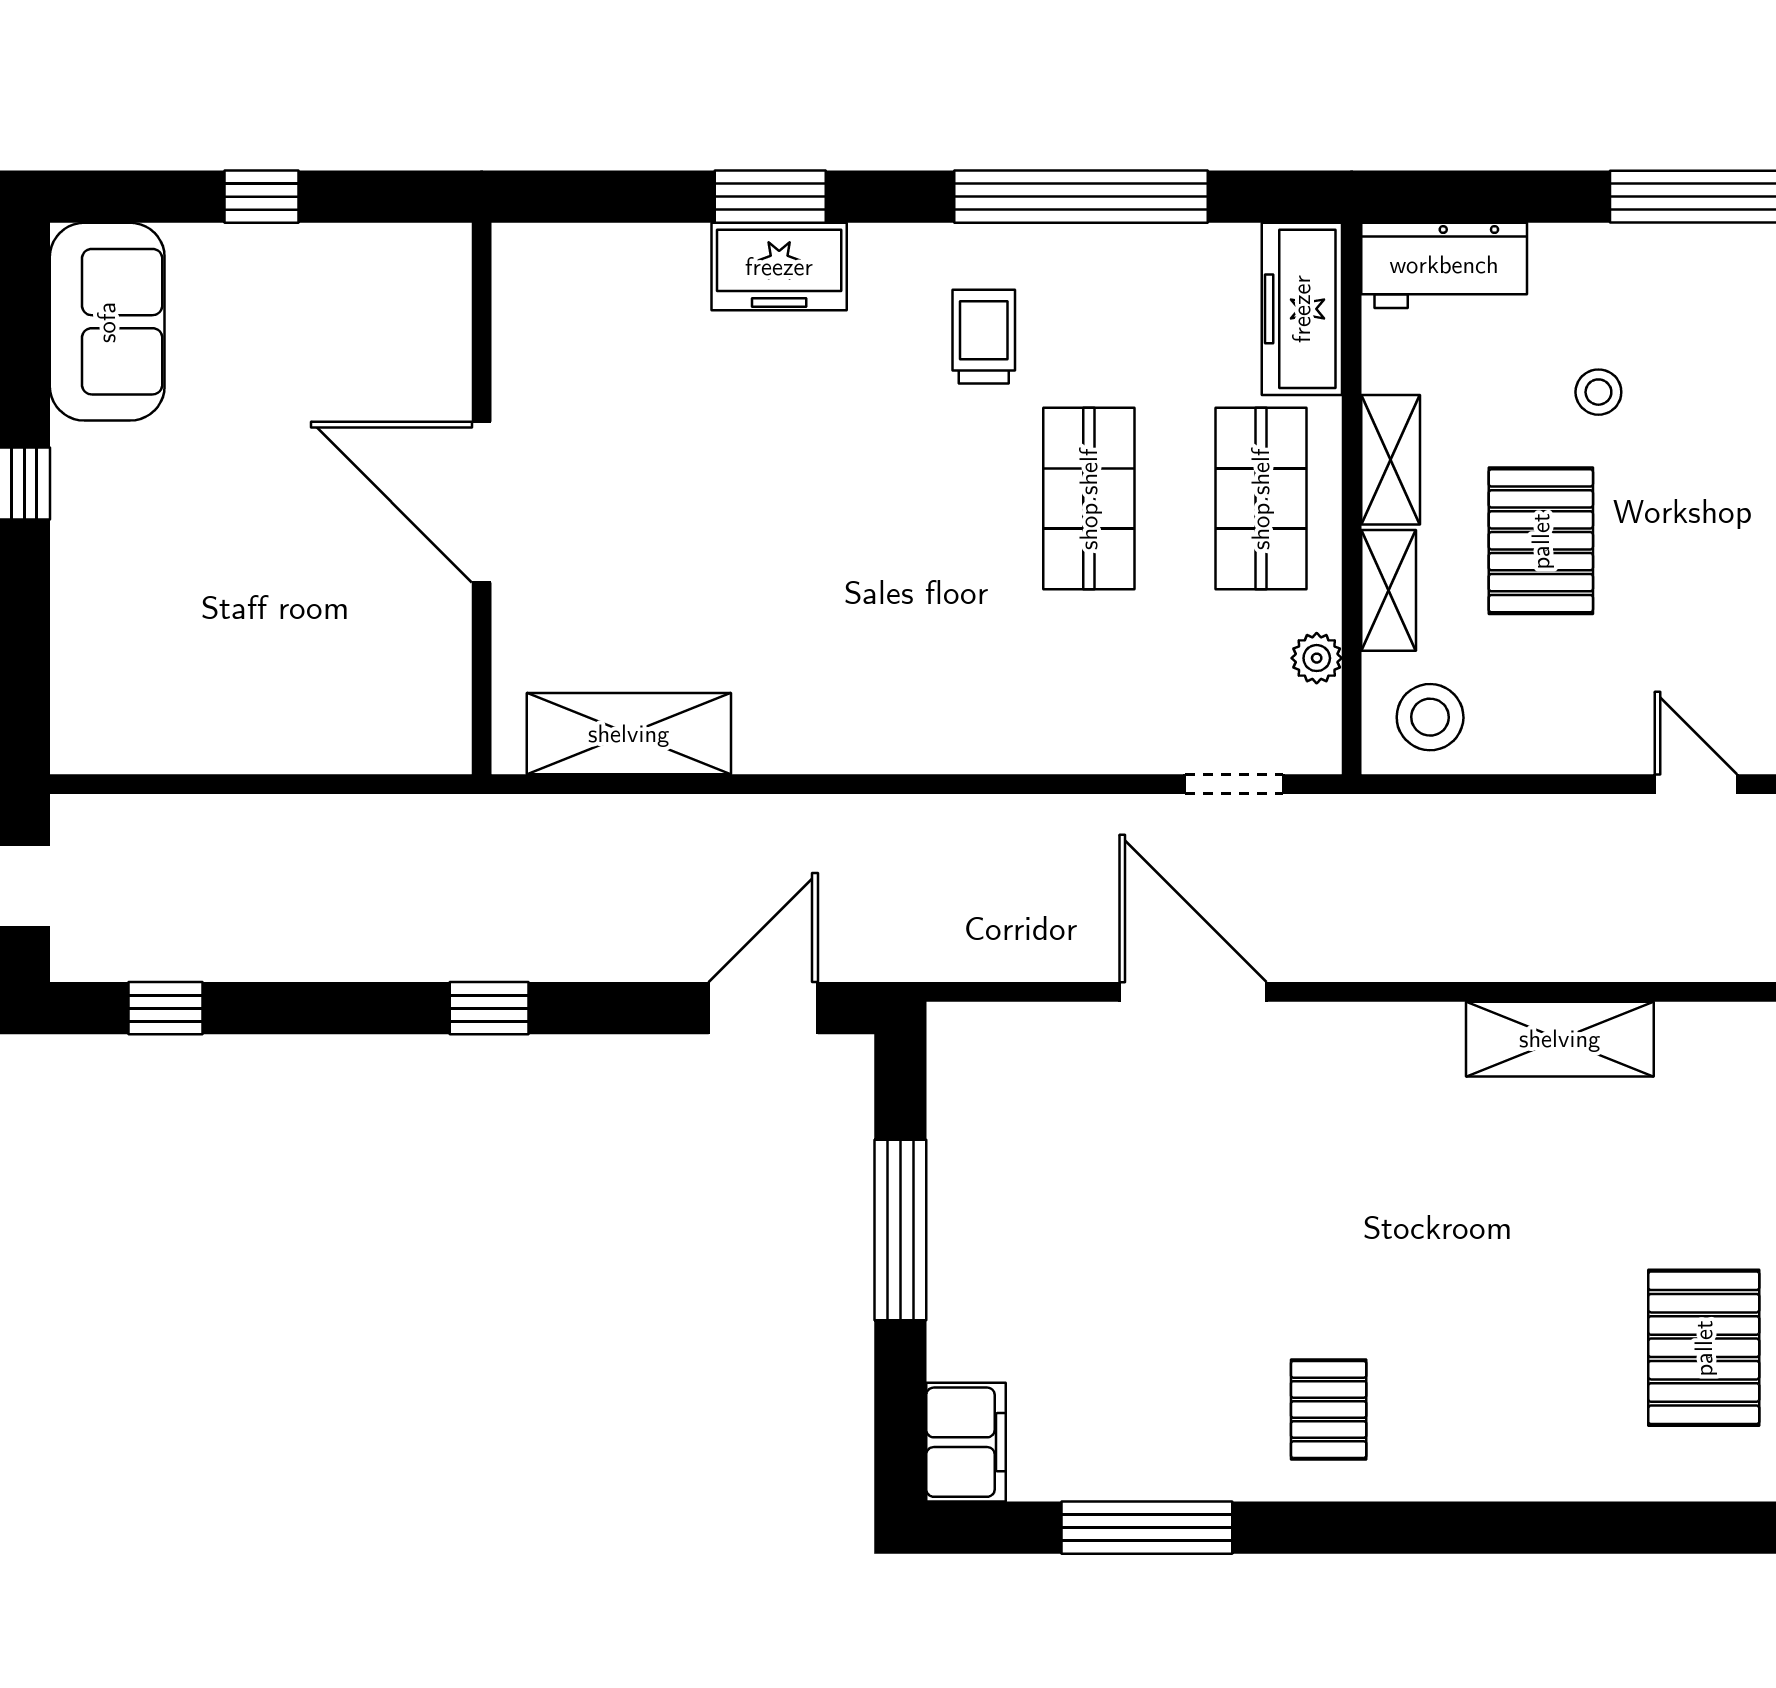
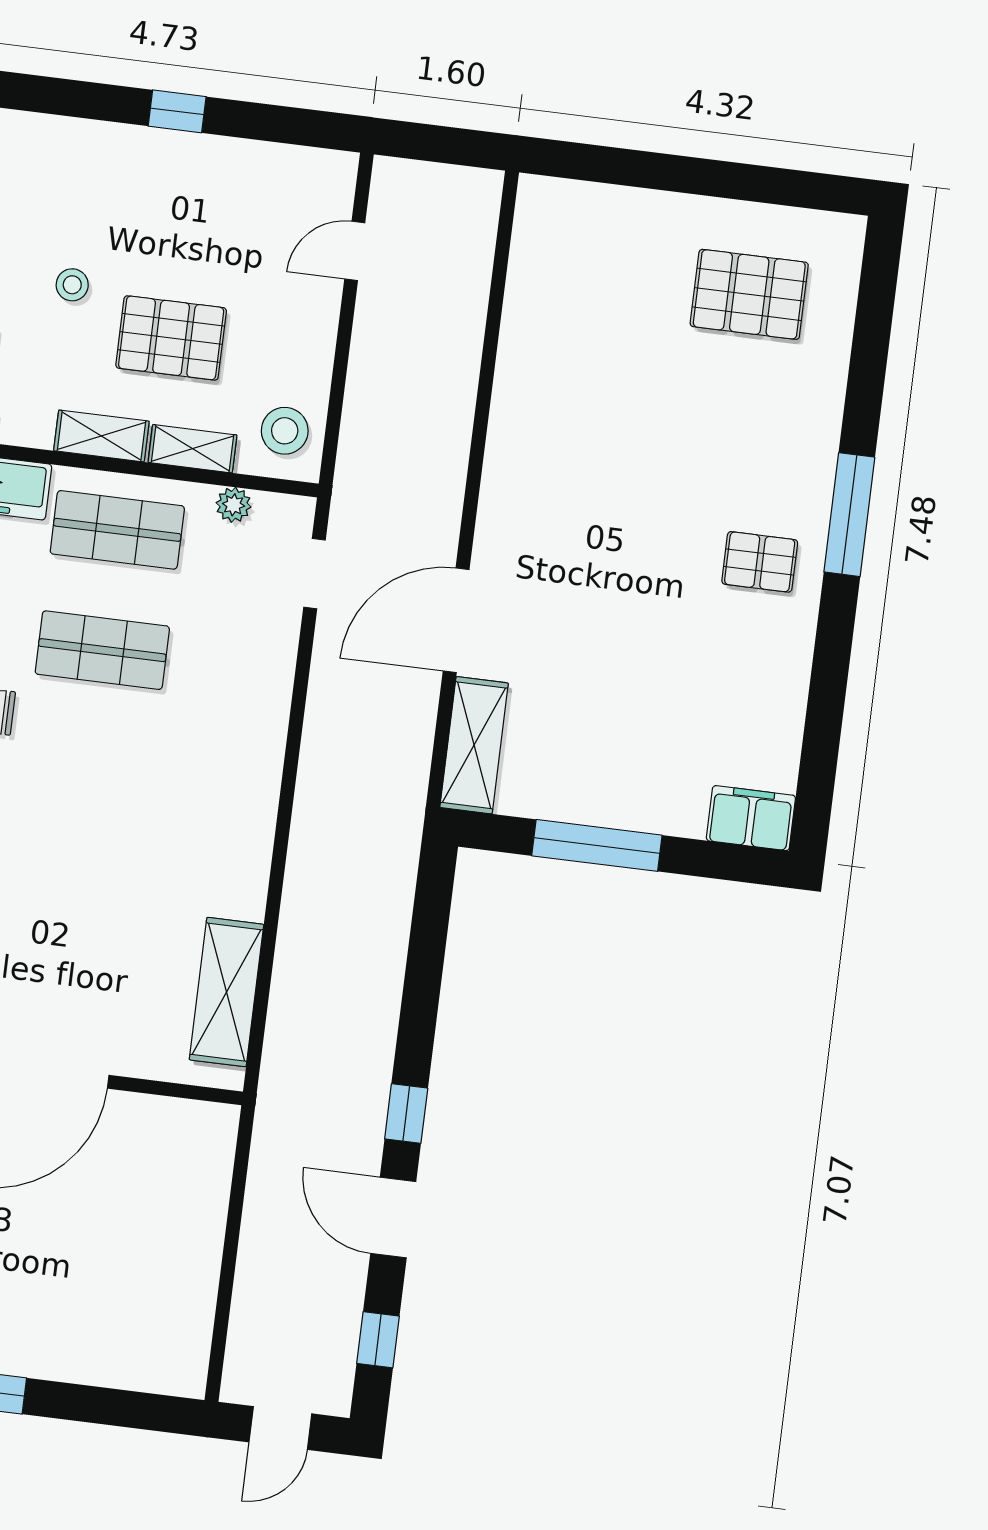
door: (763, 1008) -> (393, 1217), moved
shelving: (1560, 1039) -> (474, 745), moved
window: (1147, 1528) -> (849, 515), moved

